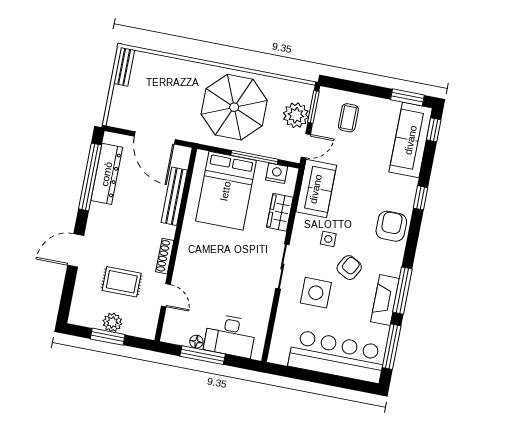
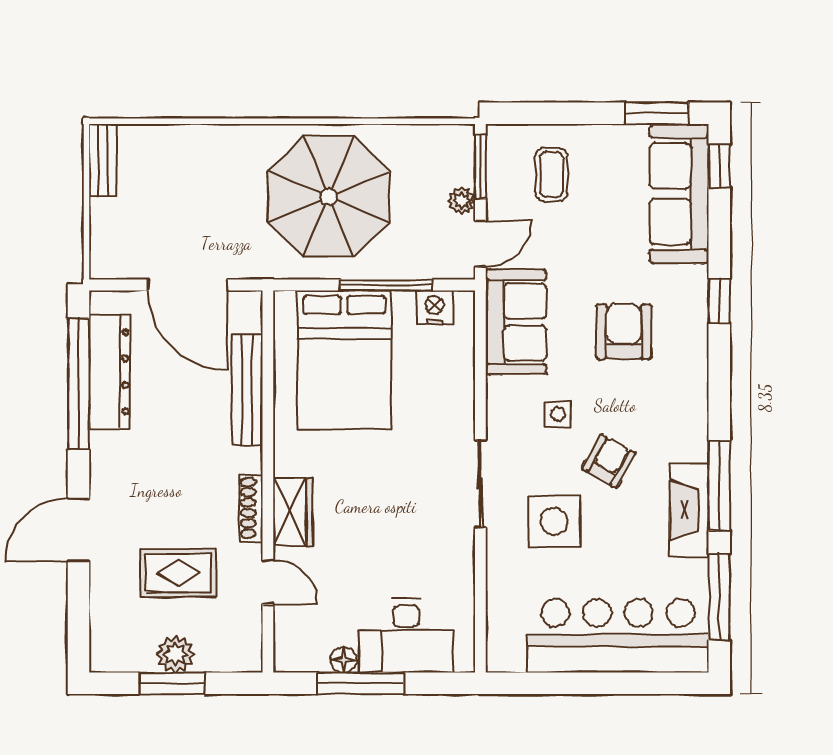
plant: (296, 115) -> (462, 201), width x0.53, depth x0.53
wardrobe: (280, 212) -> (293, 512), moved, turned 180
armchair: (391, 226) -> (624, 332), moved

